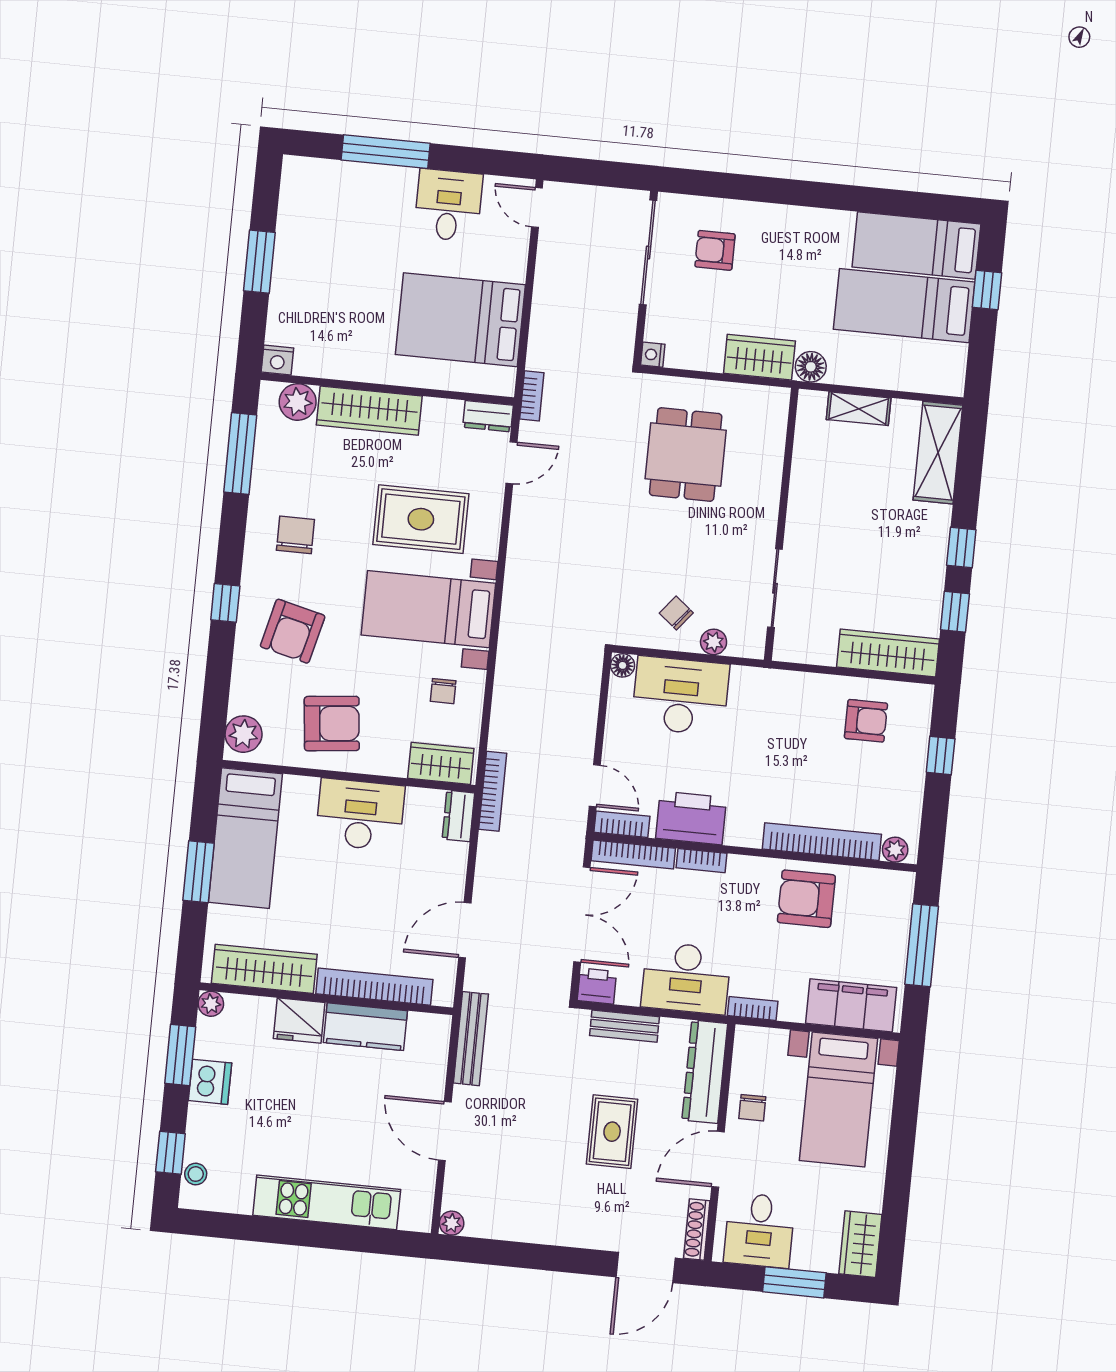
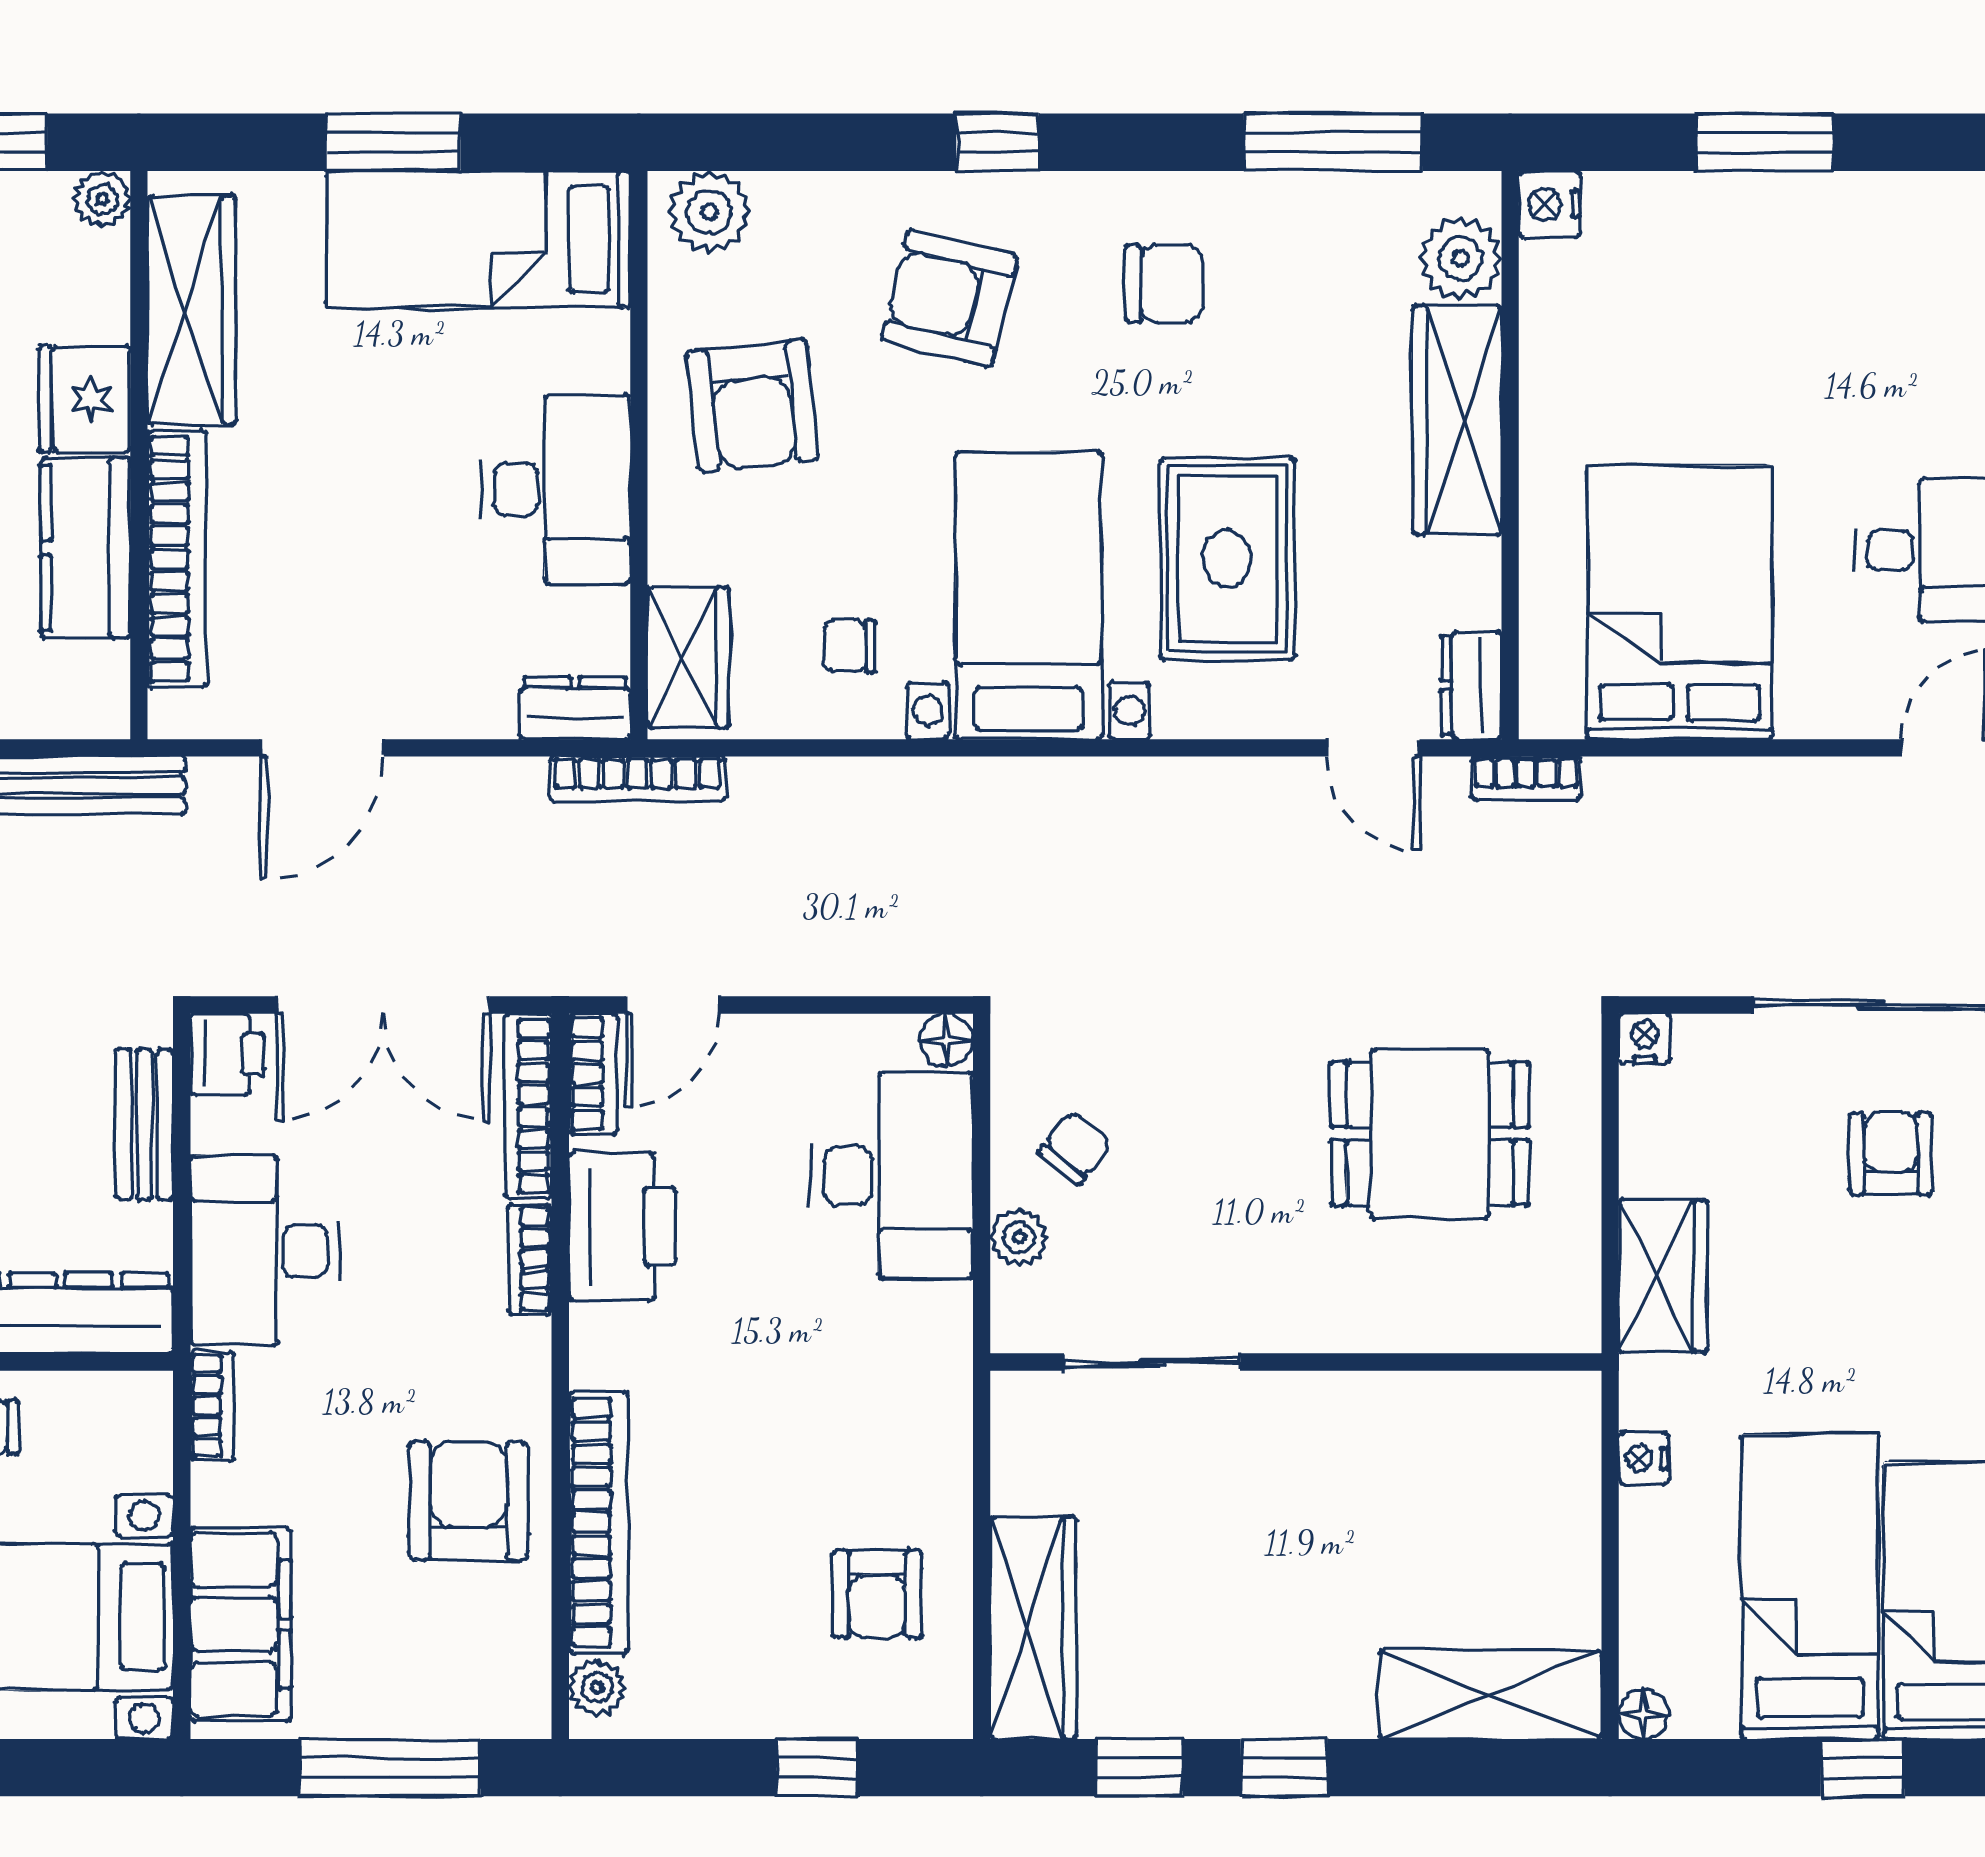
floor lamp: (811, 367) -> (1644, 1714), moved, width x0.73, depth x0.73
nightstand: (840, 374) -> (1643, 1458), added
shelving: (859, 409) -> (1570, 1508), removed
door: (465, 930) -> (322, 748), swing flipped

